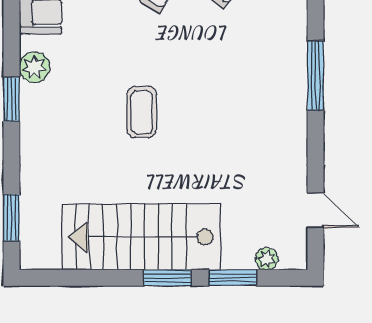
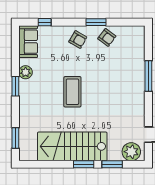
coffee table: (142, 112) -> (72, 92), width x1.36, depth x1.32
plant: (267, 259) -> (131, 152), width x1.88, depth x1.88

